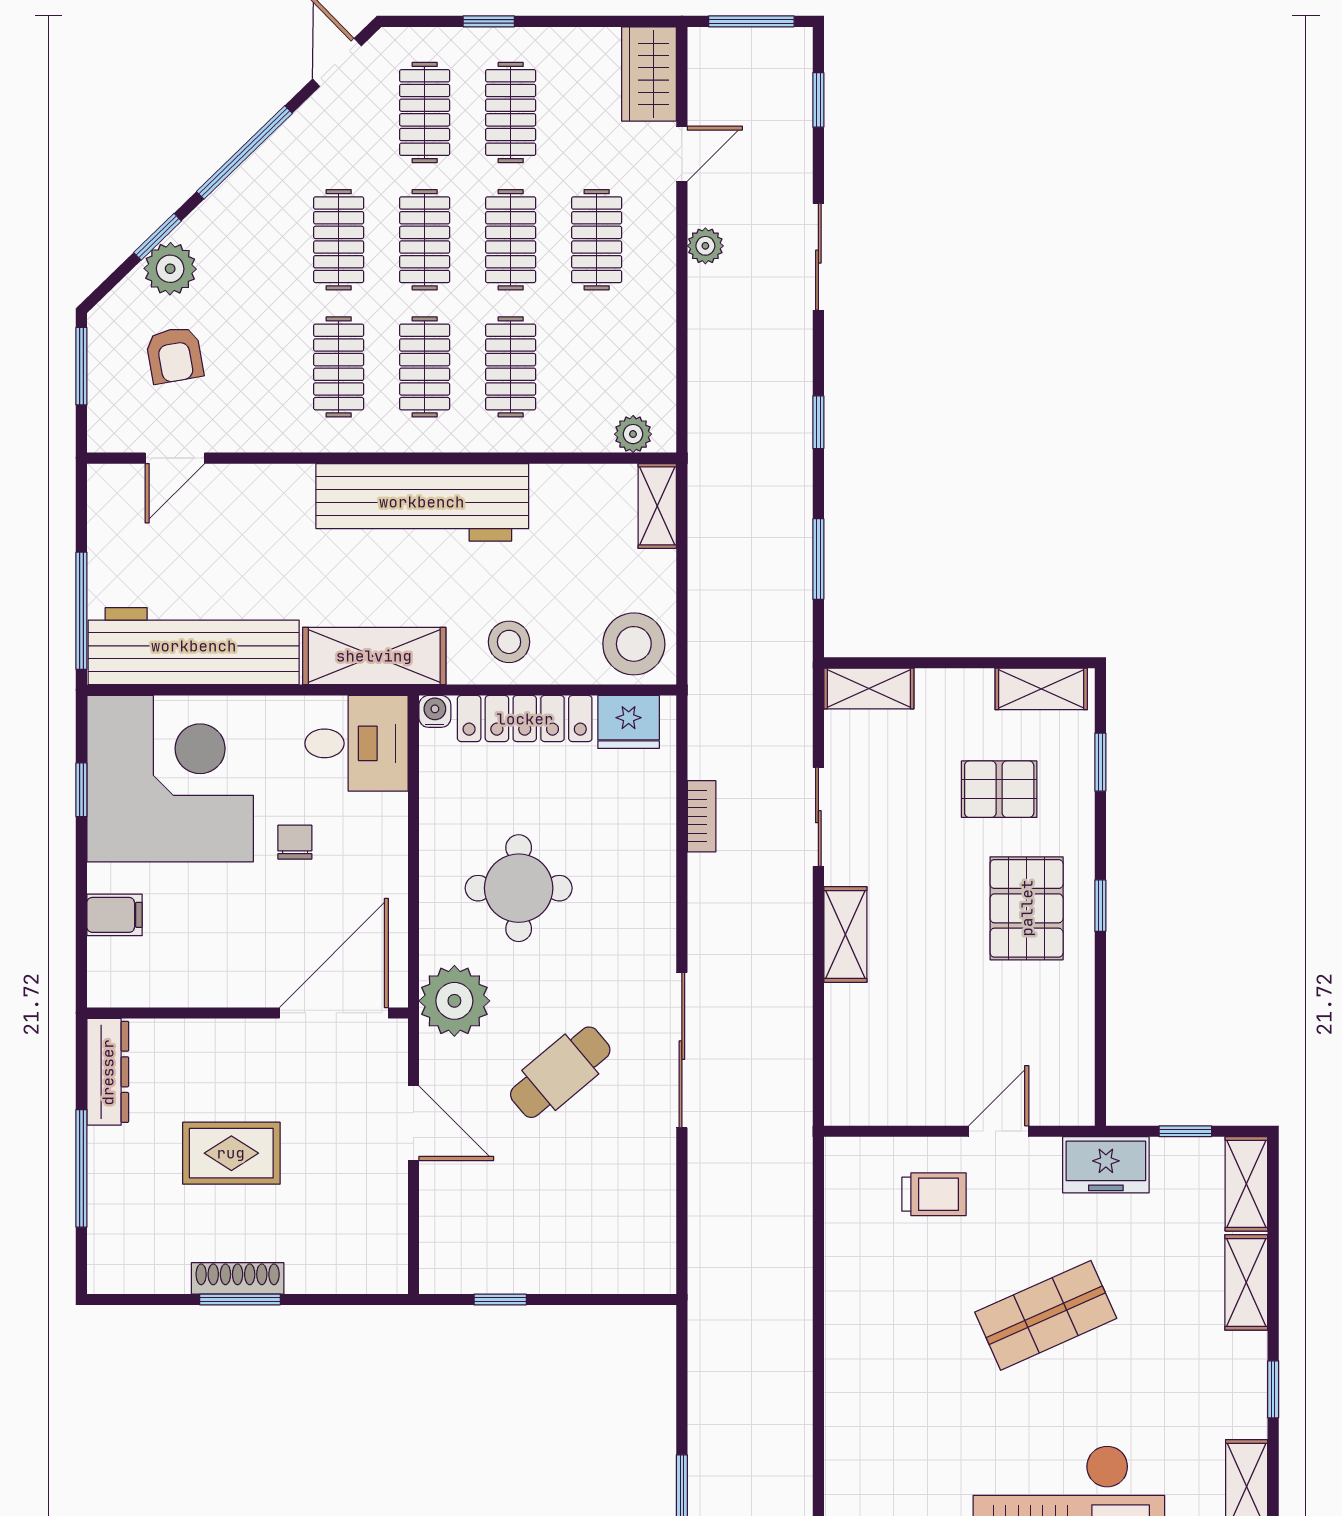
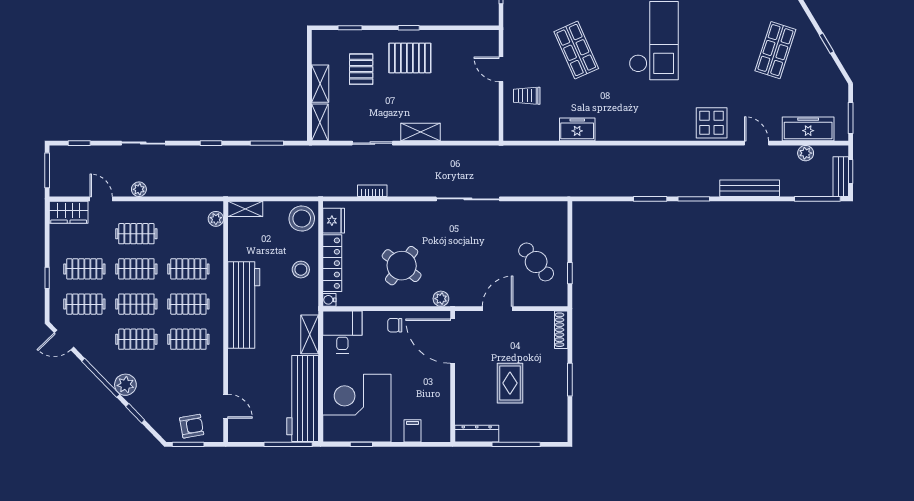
plant: (170, 269) -> (125, 385), moved
armchair: (174, 355) -> (192, 426), moved
shelving: (374, 656) -> (310, 334), width x0.67, depth x0.75
shelving: (1041, 689) -> (320, 84), moved
chair: (295, 842) -> (395, 325), moved
round table: (519, 888) -> (402, 266), turned 37
plant: (454, 1001) -> (441, 299), width x0.53, depth x0.53
cafe table: (560, 1072) -> (536, 262), moved
freezer: (1106, 1165) -> (577, 129), moved, turned -90
trolley: (934, 1194) -> (527, 96), turned -90
shoe rack: (238, 1278) -> (561, 330), moved

